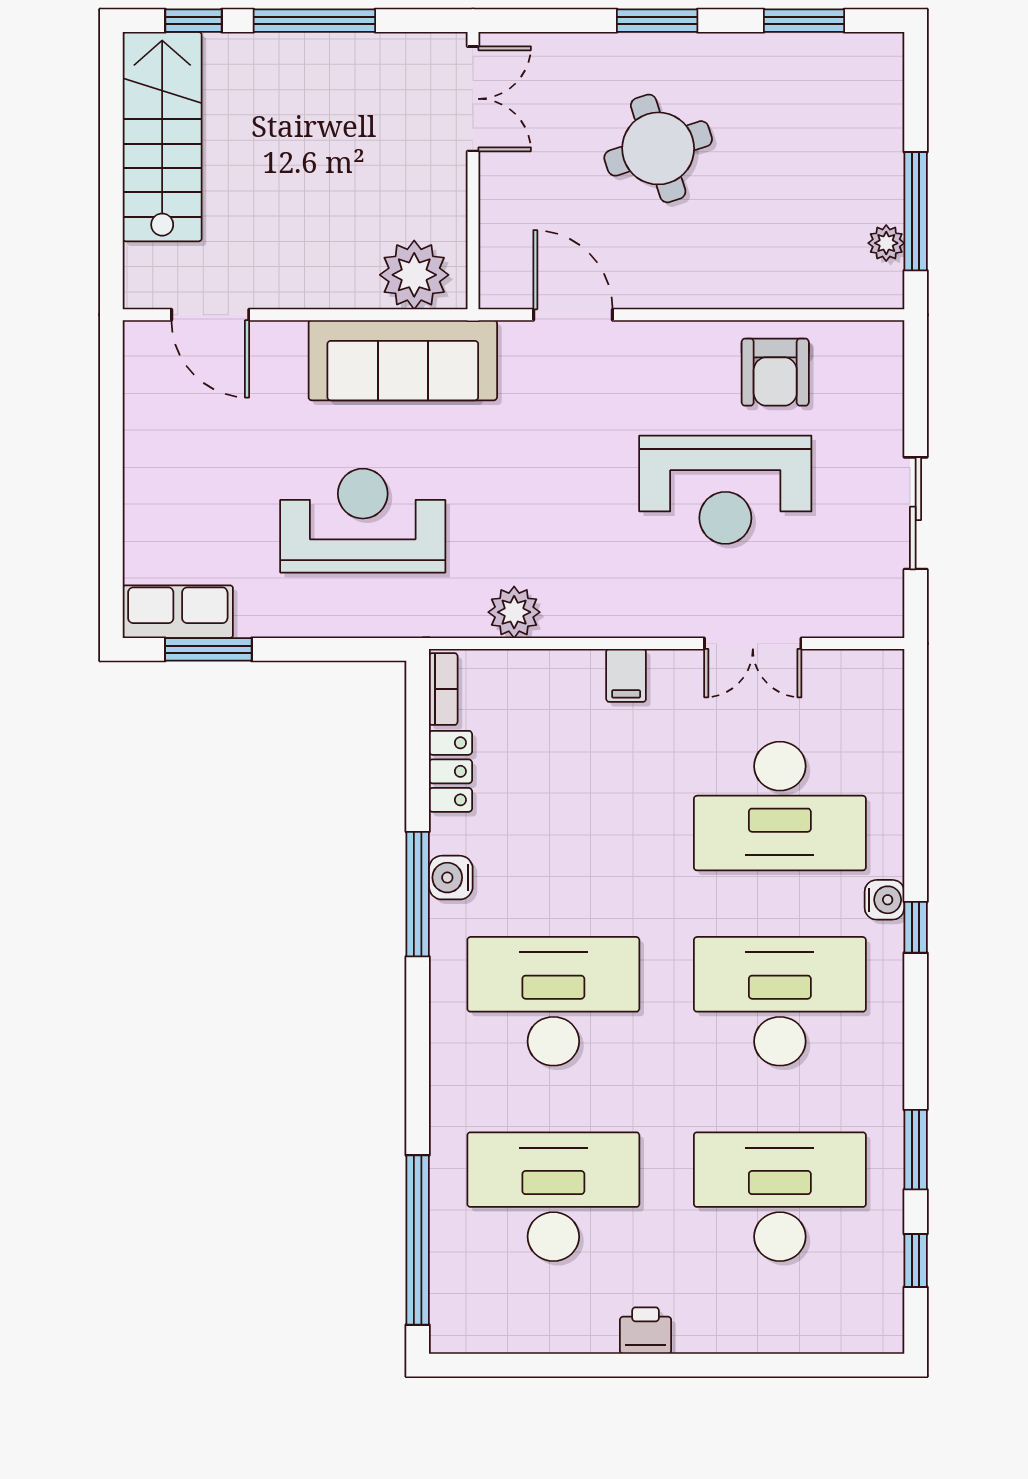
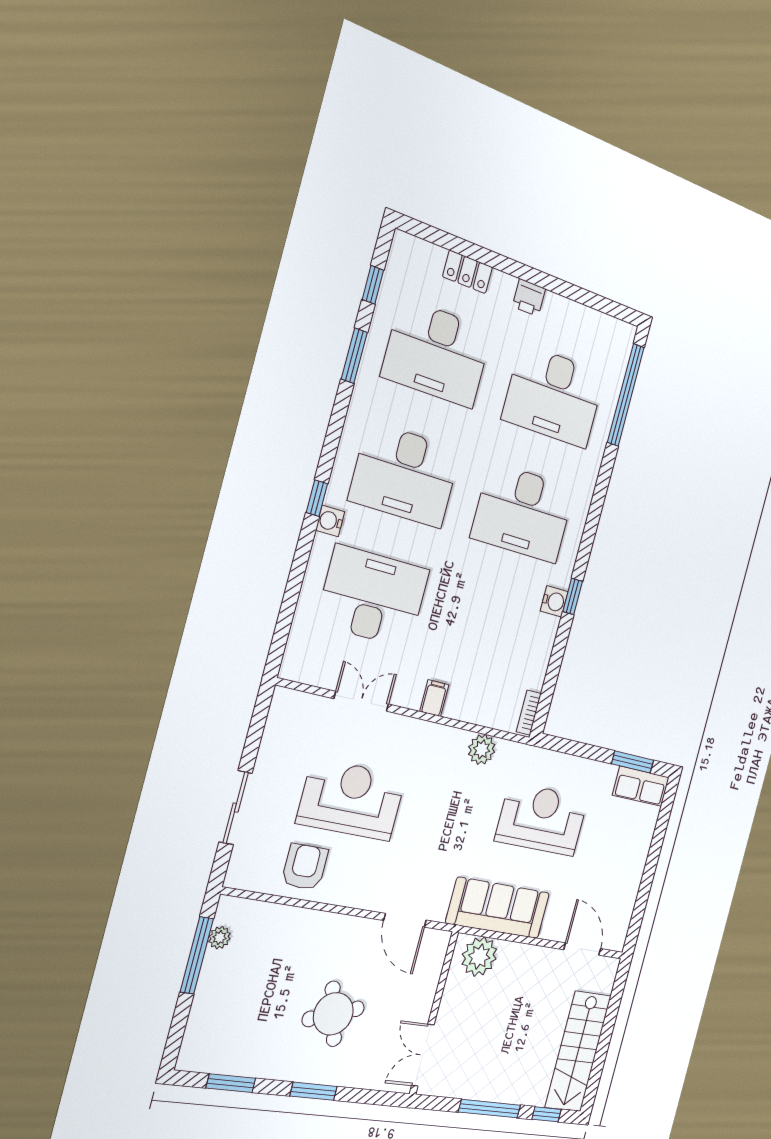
sliding door: (916, 513) -> (236, 808), moved
reception desk: (363, 521) -> (542, 819), turned 180
locker: (450, 771) -> (468, 272), moved, turned -90
window: (418, 894) -> (573, 596), width x0.46

